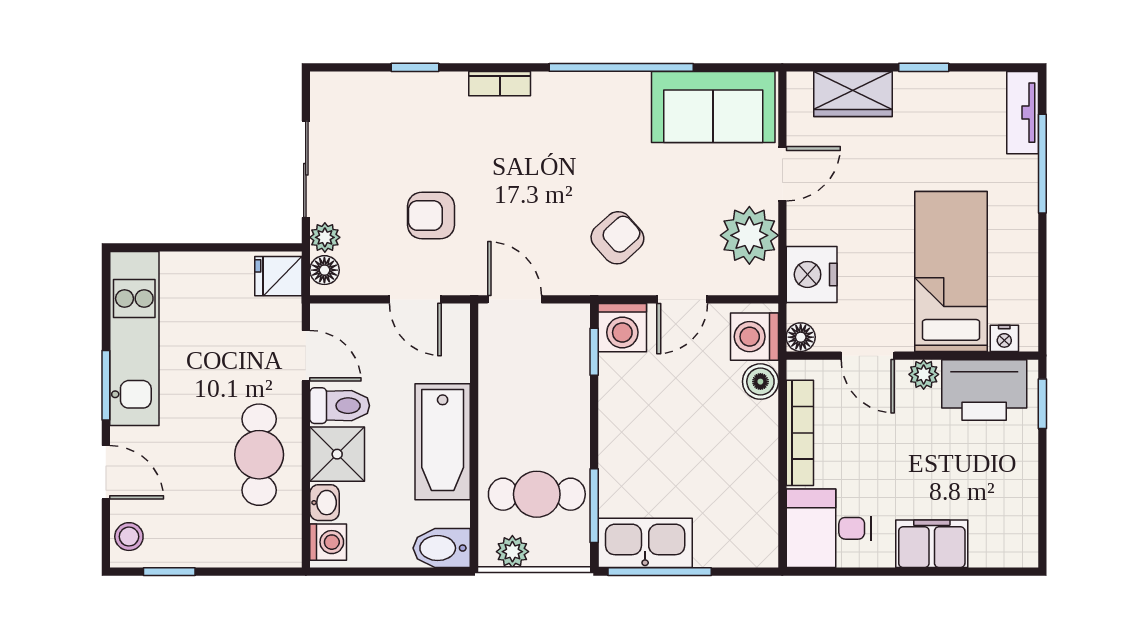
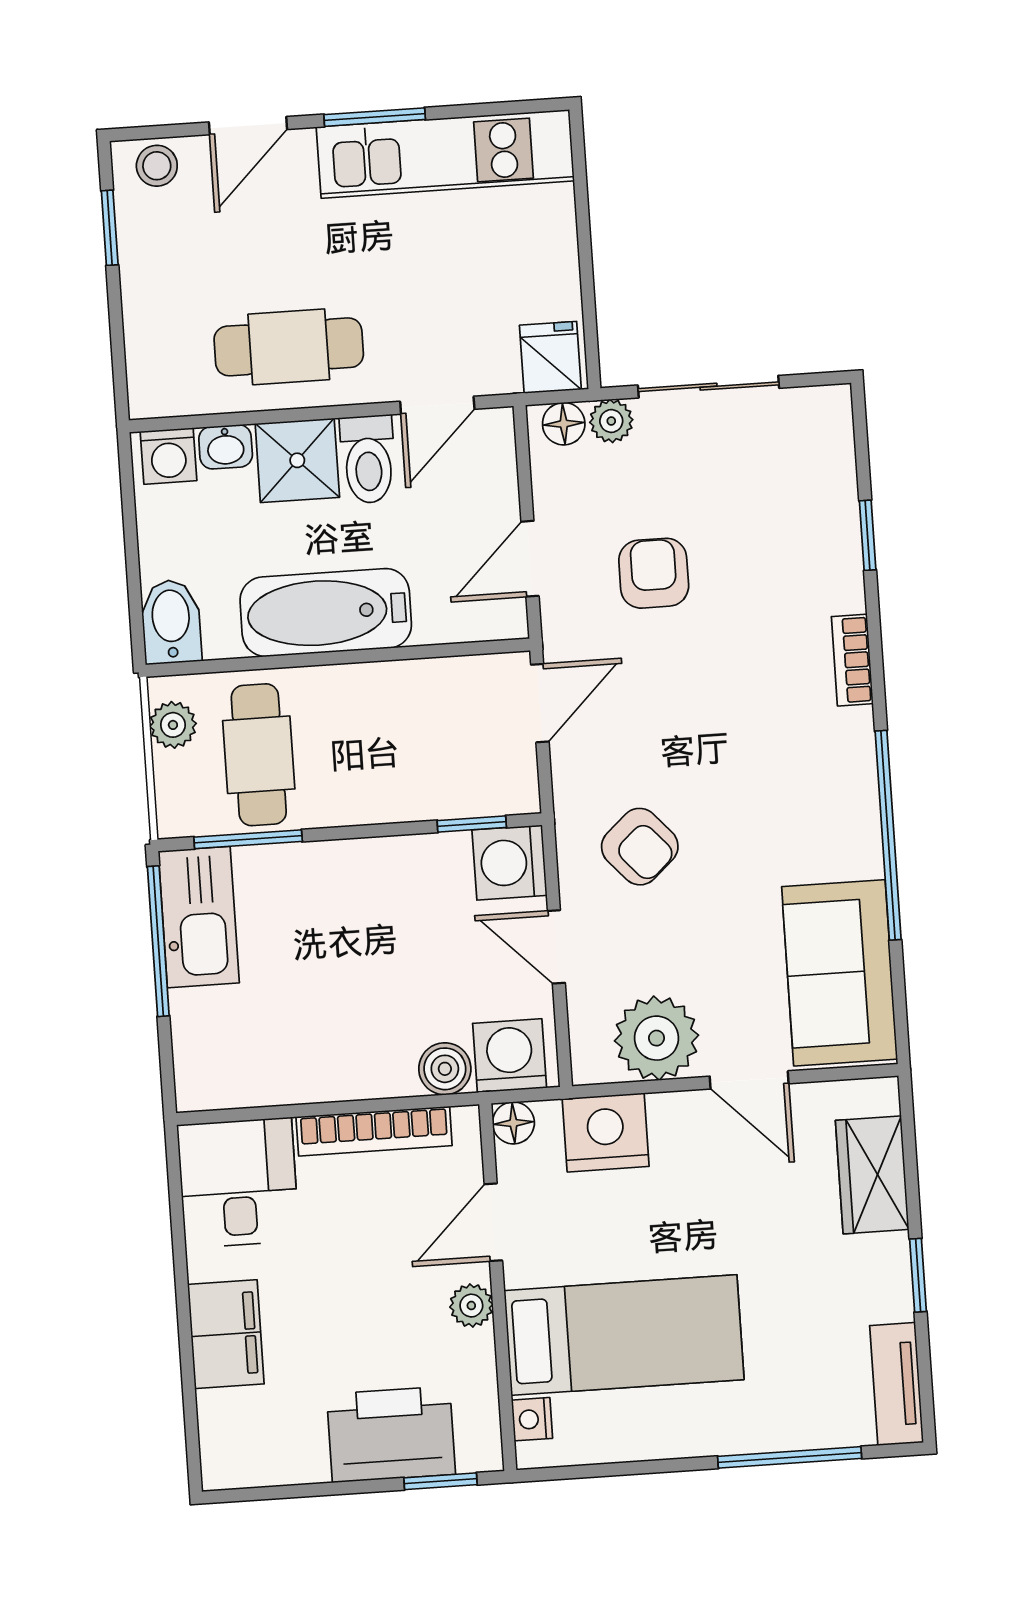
tv unit: (1023, 113) -> (897, 1384), moved, turned -90
printer: (984, 390) -> (391, 1434), moved, turned 90

